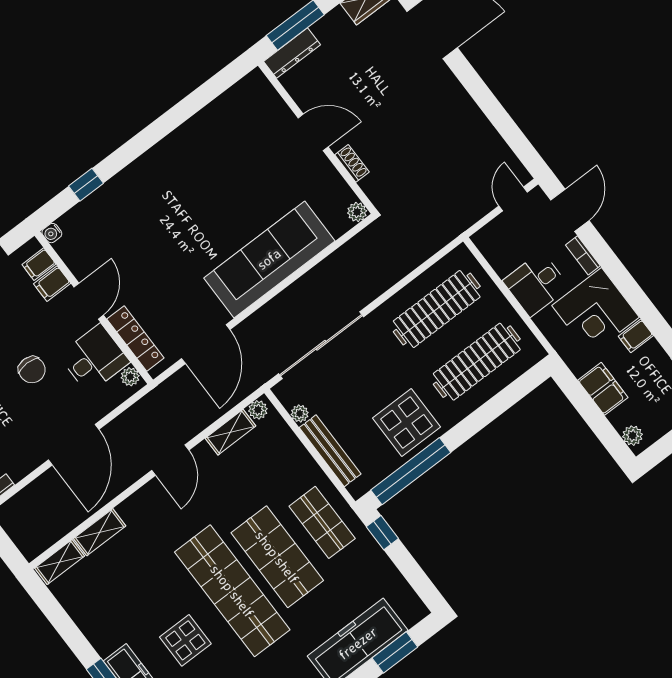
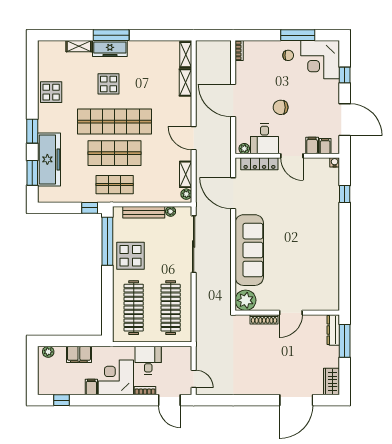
shoe rack: (352, 163) -> (264, 319), width x1.43
plant: (357, 212) -> (245, 300), width x1.87, depth x1.87

